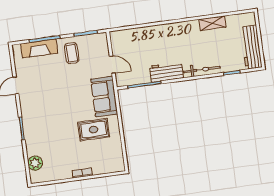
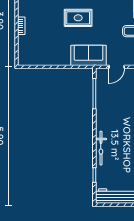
workbench: (166, 72) -> (103, 115), removed
rug: (94, 130) -> (78, 18), moved, turned 90

